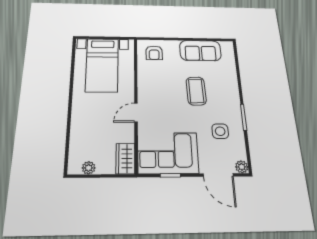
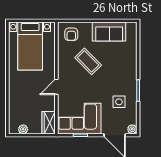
coffee table: (196, 91) -> (88, 61), moved, turned -43

